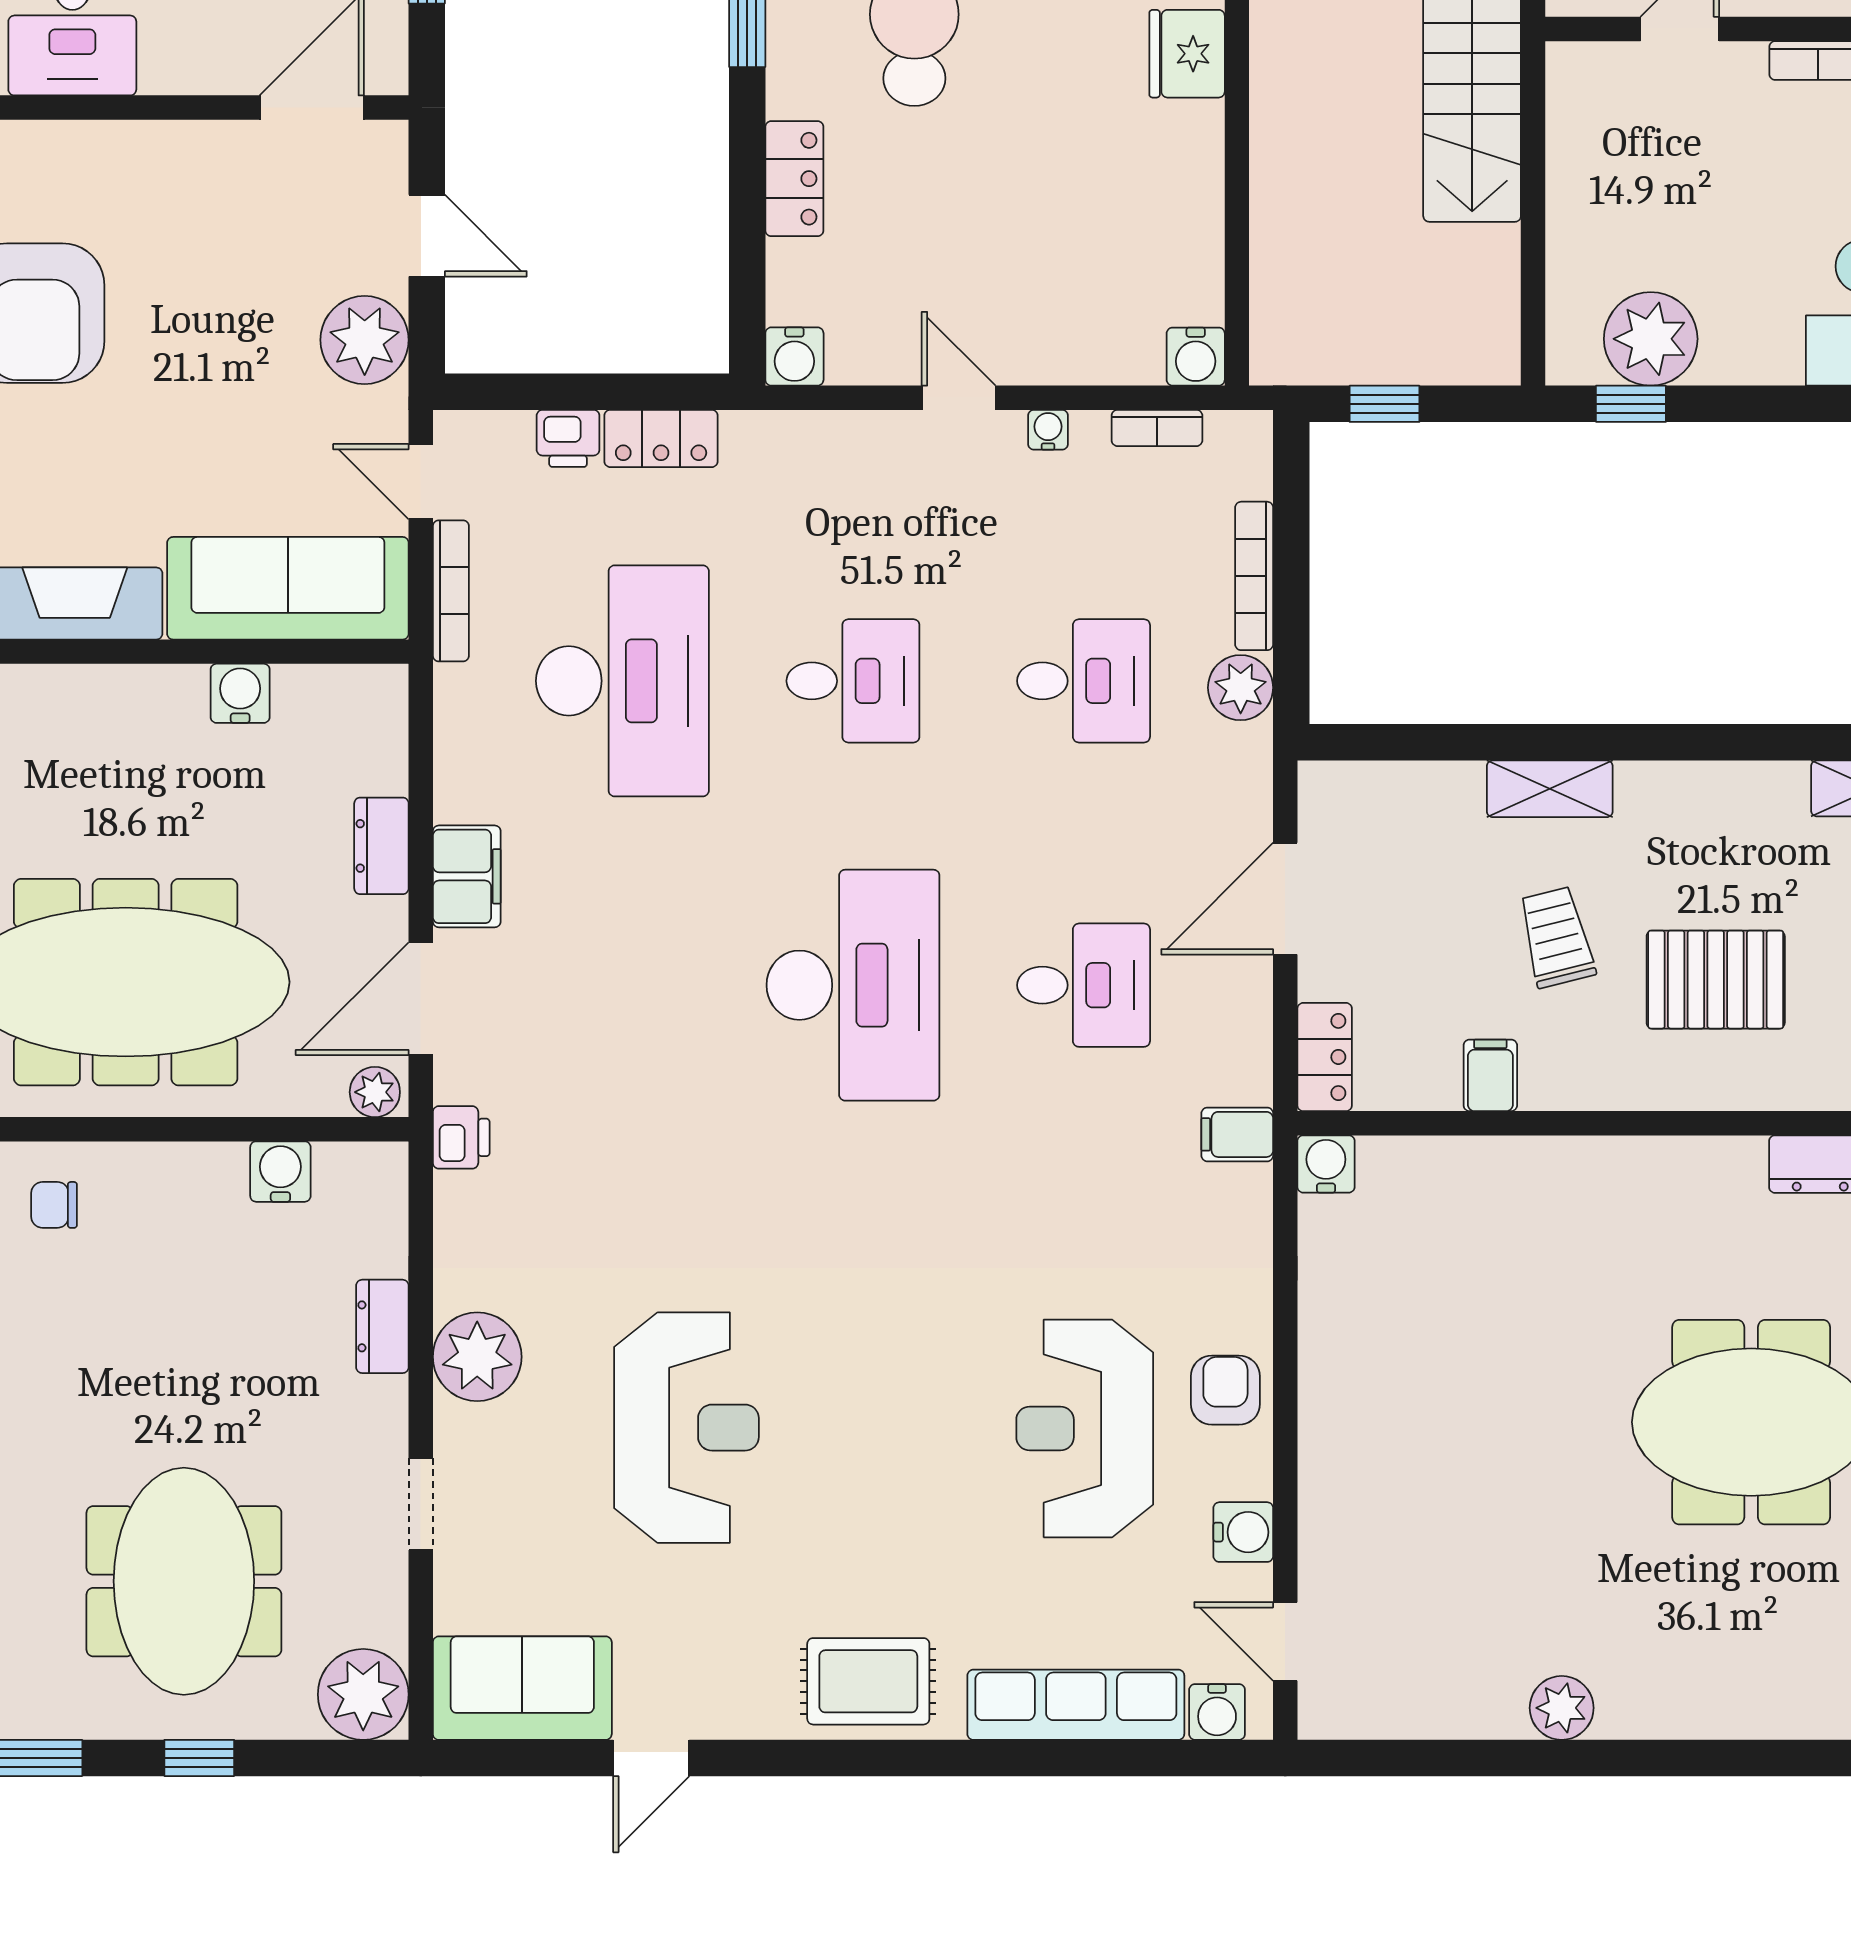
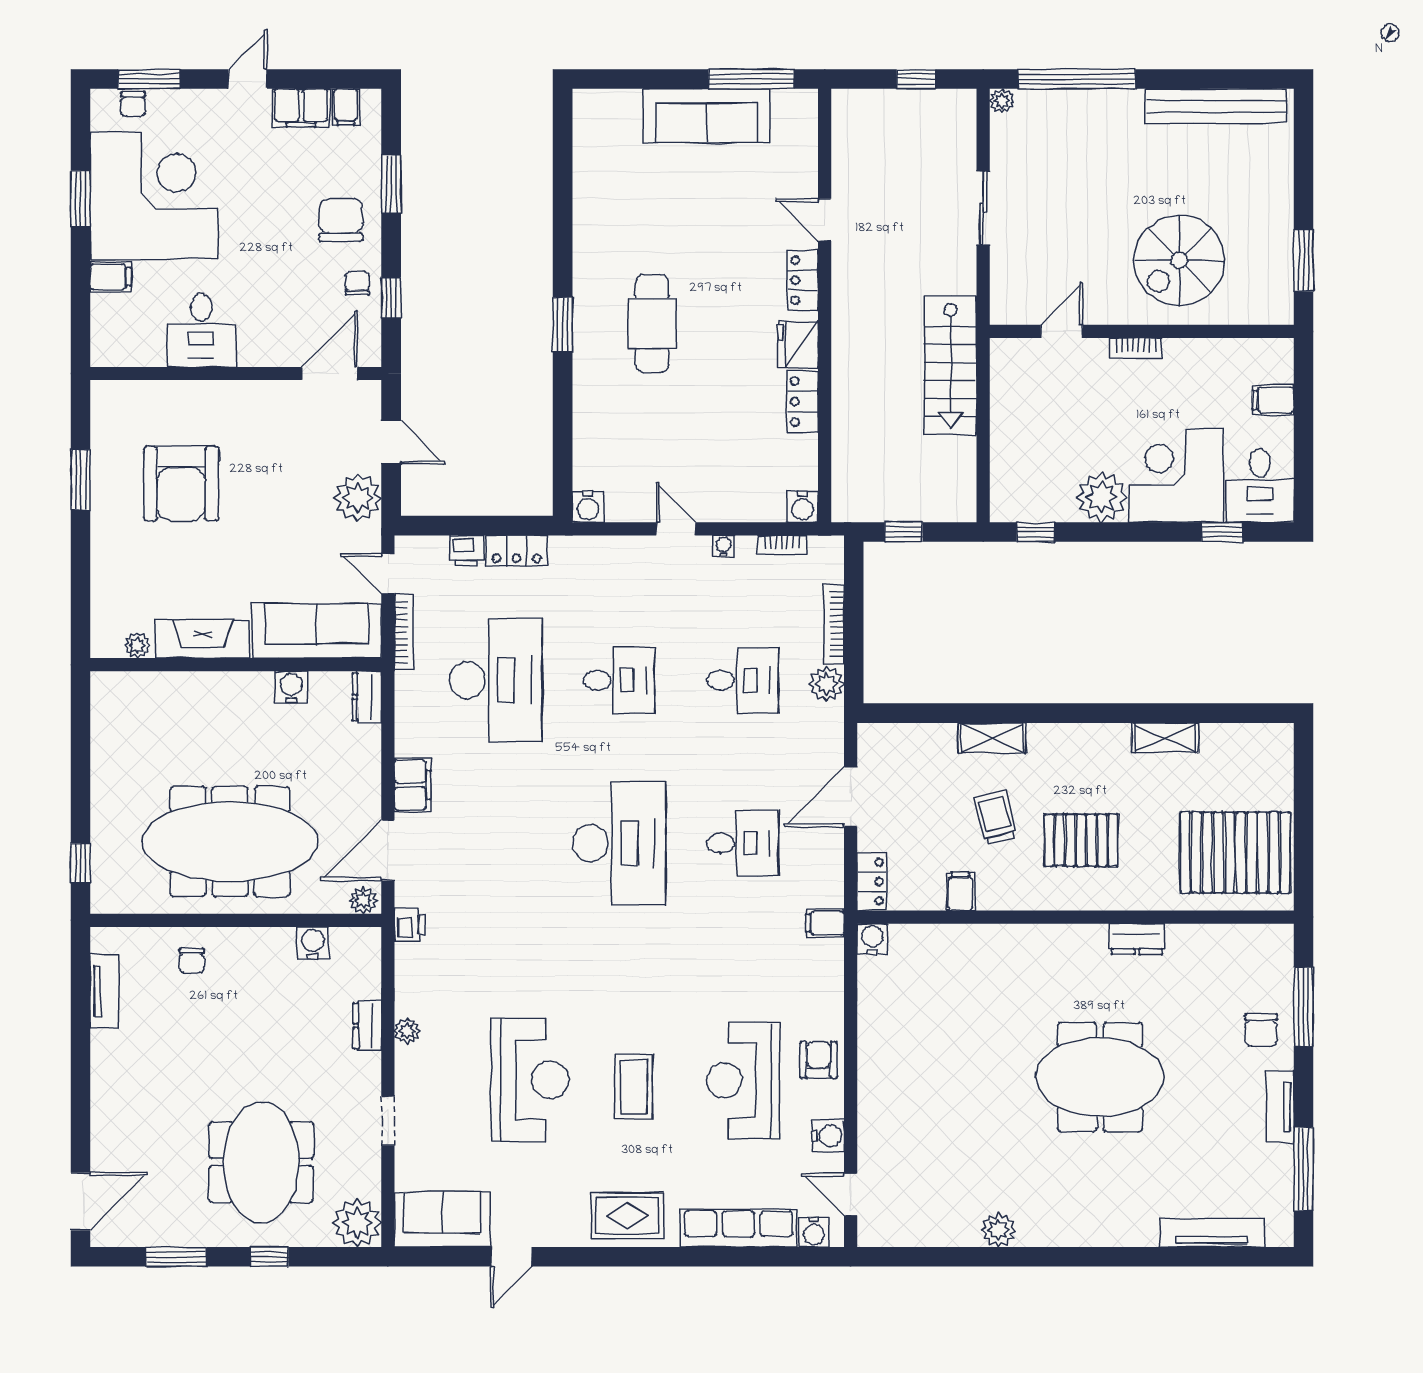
locker: (794, 179) -> (803, 402), moved, turned 180
plant: (1651, 339) -> (1101, 497), moved
dresser: (381, 846) -> (367, 697), moved
chair: (54, 1205) -> (192, 961), turned -90
plant: (477, 1357) -> (407, 1031), width x0.53, depth x0.53
coffee table: (880, 1440) -> (634, 1087), added

